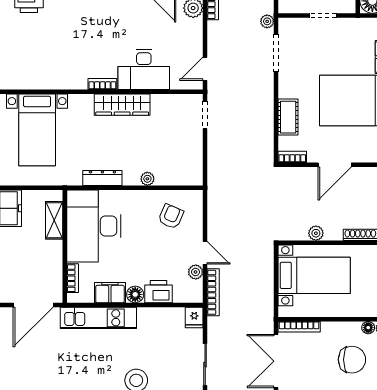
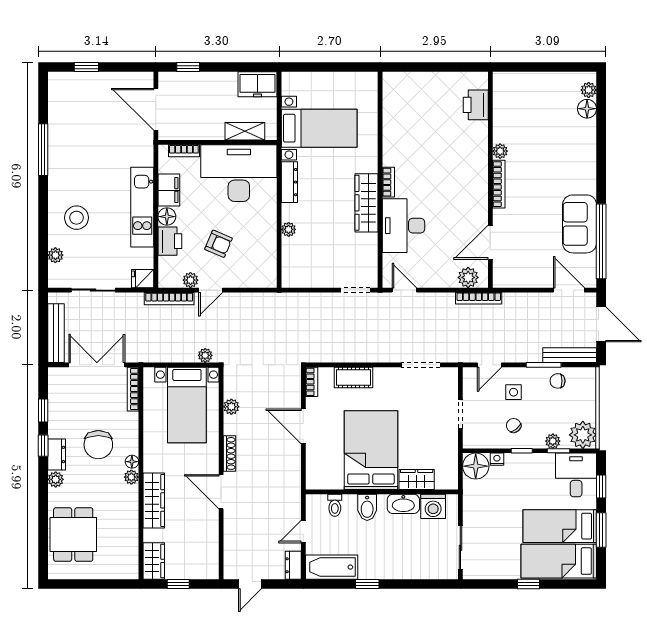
plant: (267, 21) -> (205, 355), moved
bed with nightstands: (37, 130) -> (319, 128), moved, turned 180
armchair: (171, 216) -> (219, 244), moved
kitchen unit: (98, 318) -> (142, 207), moved

